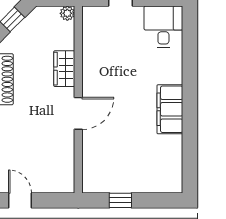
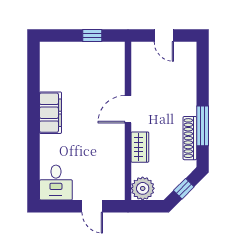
plant: (67, 13) -> (143, 188), width x1.87, depth x1.87
door: (20, 200) -> (164, 36), moved

